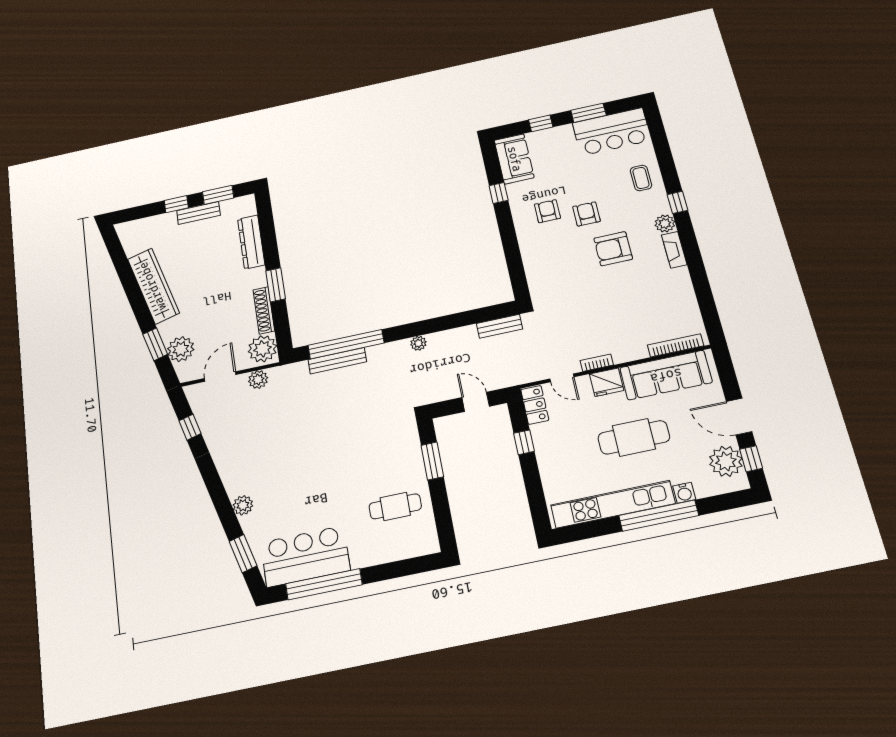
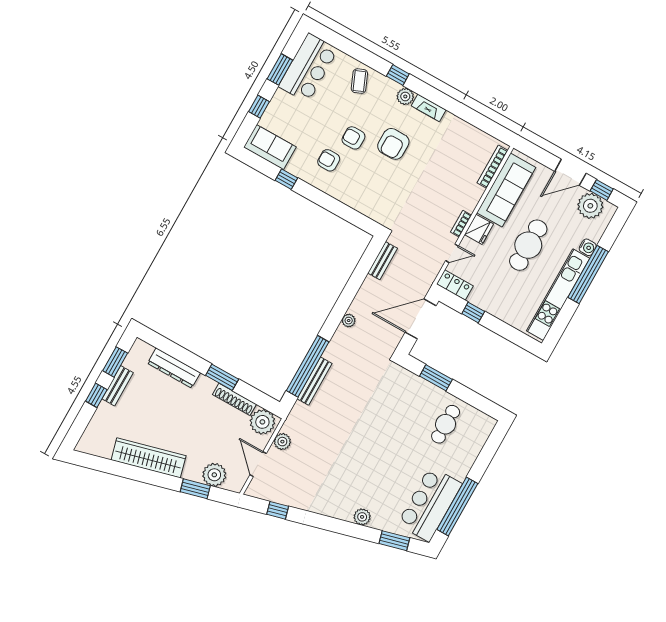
coffee table: (641, 178) -> (359, 81), turned 67
door: (476, 402) -> (421, 319), width x1.87

